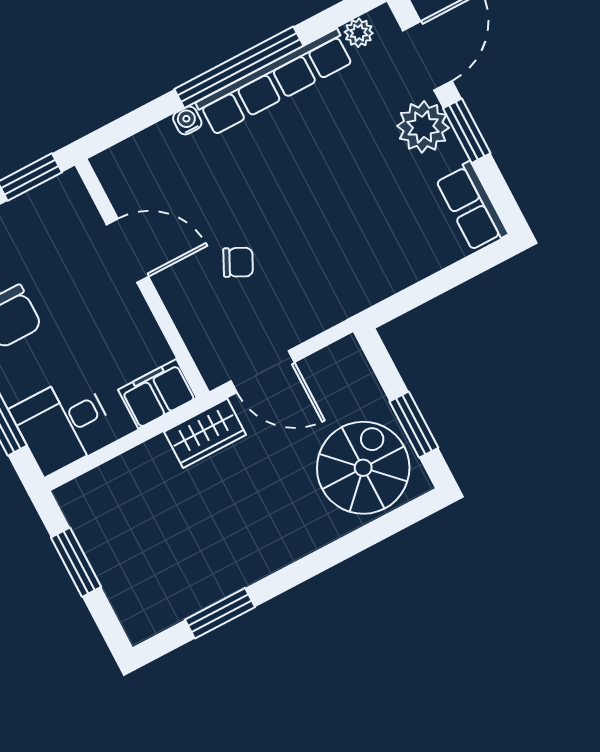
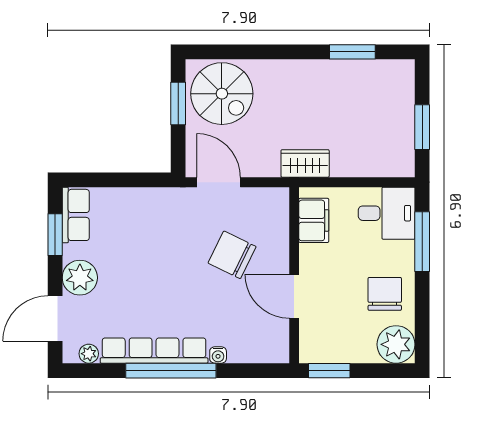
window: (467, 131) -> (55, 235), moved
chair: (238, 262) -> (232, 255), width x1.87, depth x1.87
door: (263, 372) -> (219, 182), moved
filing cabinet: (157, 394) -> (314, 220), moved, turned -90
spiral stairs: (363, 468) -> (222, 94), turned -90

